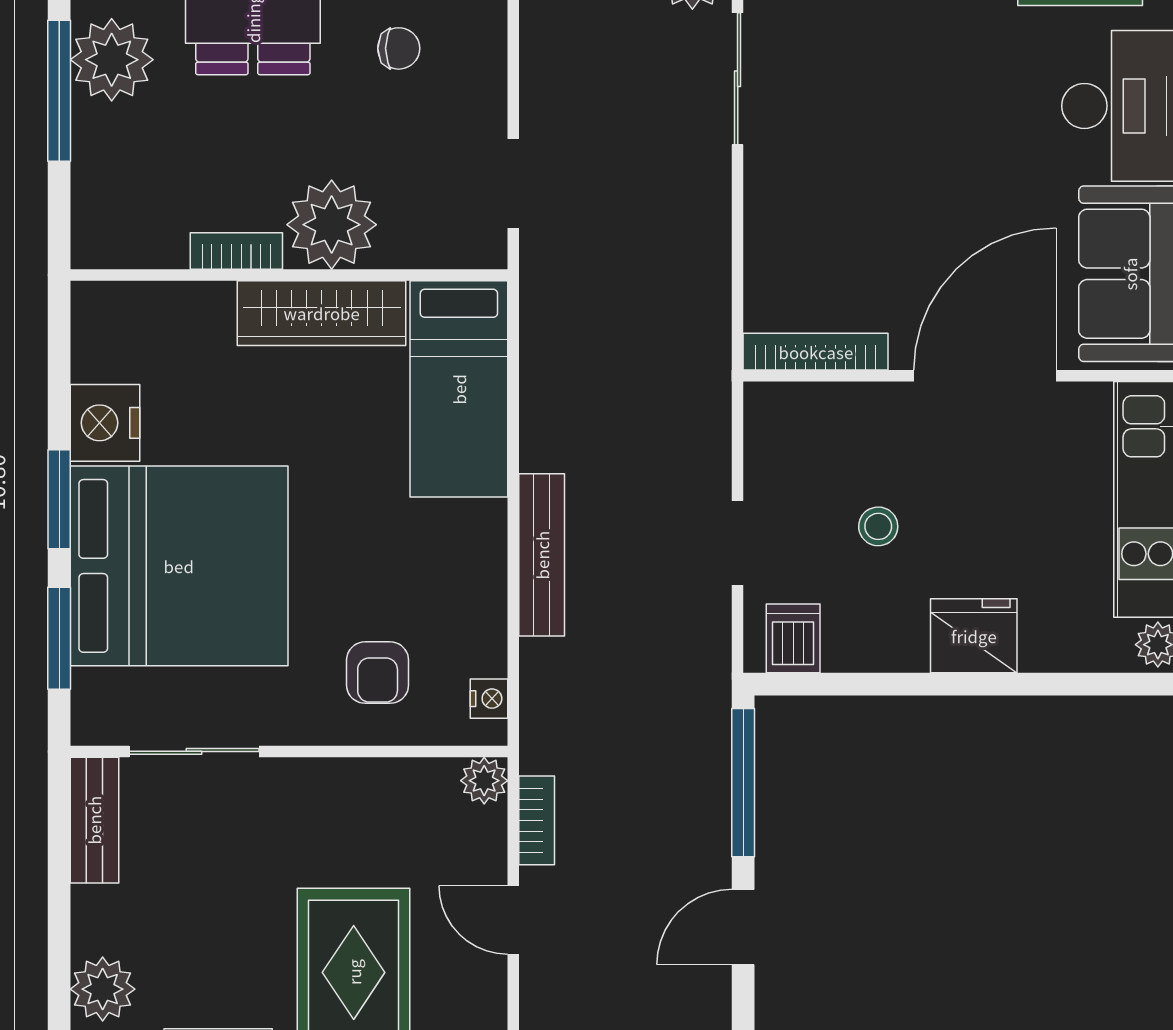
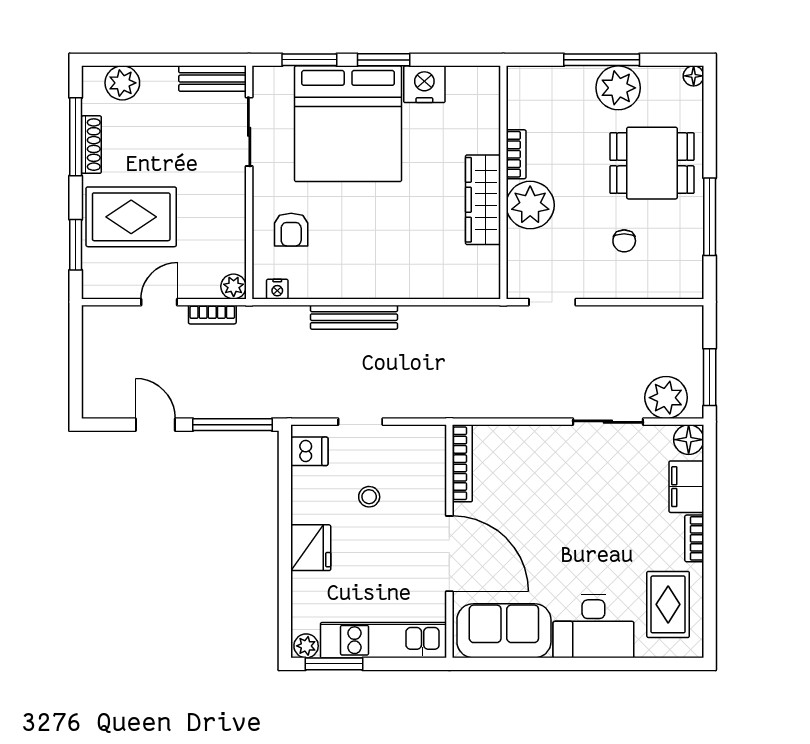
bed: (459, 389) -> (443, 273), removed
armchair: (378, 673) -> (291, 230), turned -90

